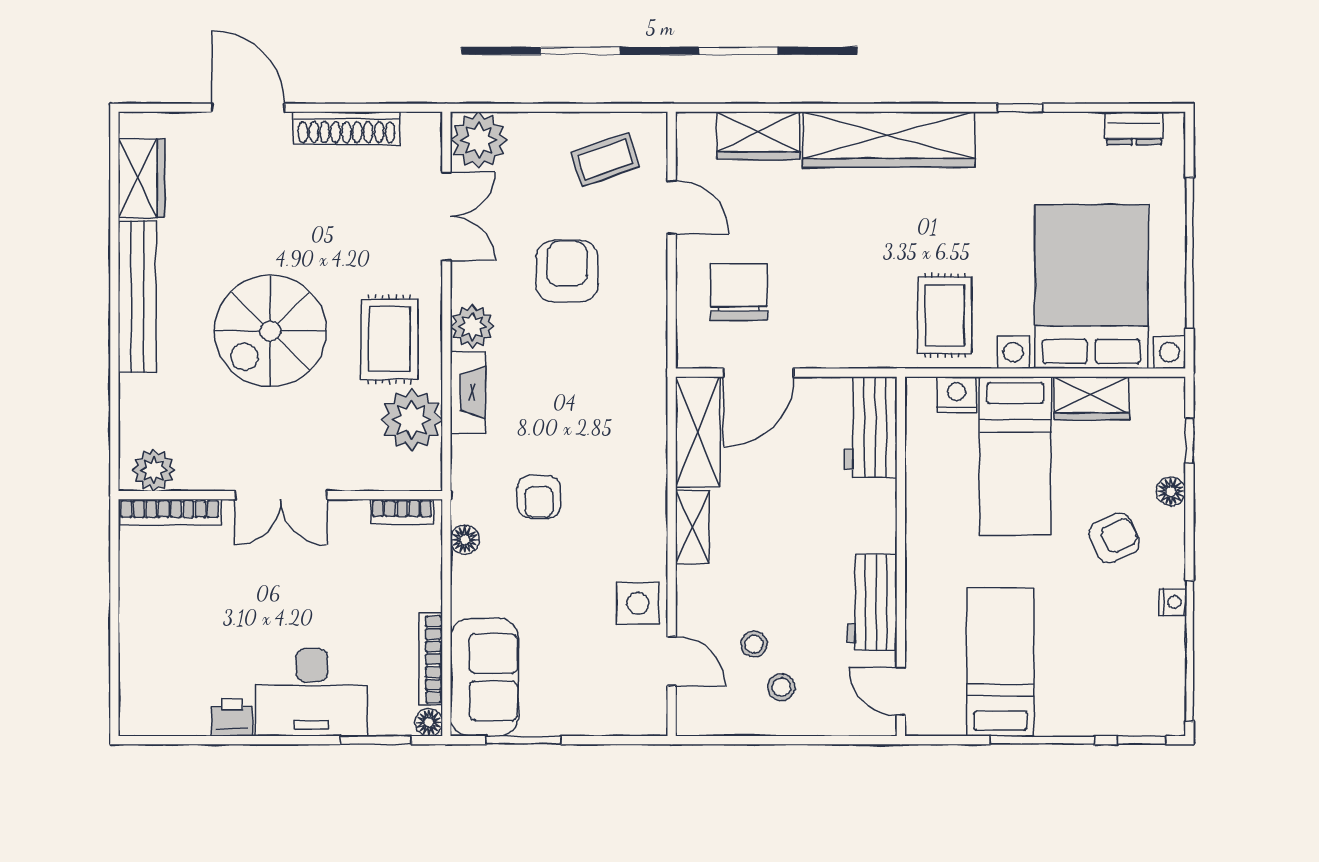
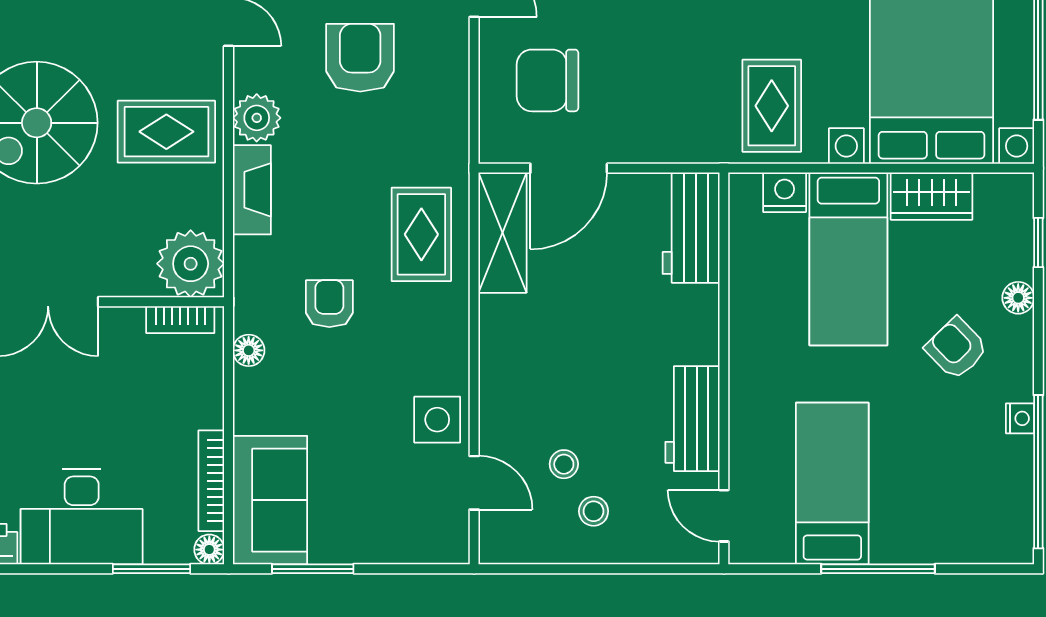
chair: (739, 292) -> (547, 80), turned -90
rug: (389, 339) -> (166, 132), turned 90
plant: (412, 420) -> (191, 264), moved
rug: (623, 433) -> (421, 234), added
armchair: (539, 497) -> (329, 304), turned 180
shelving: (692, 527) -> (496, 337), removed
armchair: (1114, 538) -> (956, 348), turned -108
window: (1142, 740) -> (986, 569), removed

